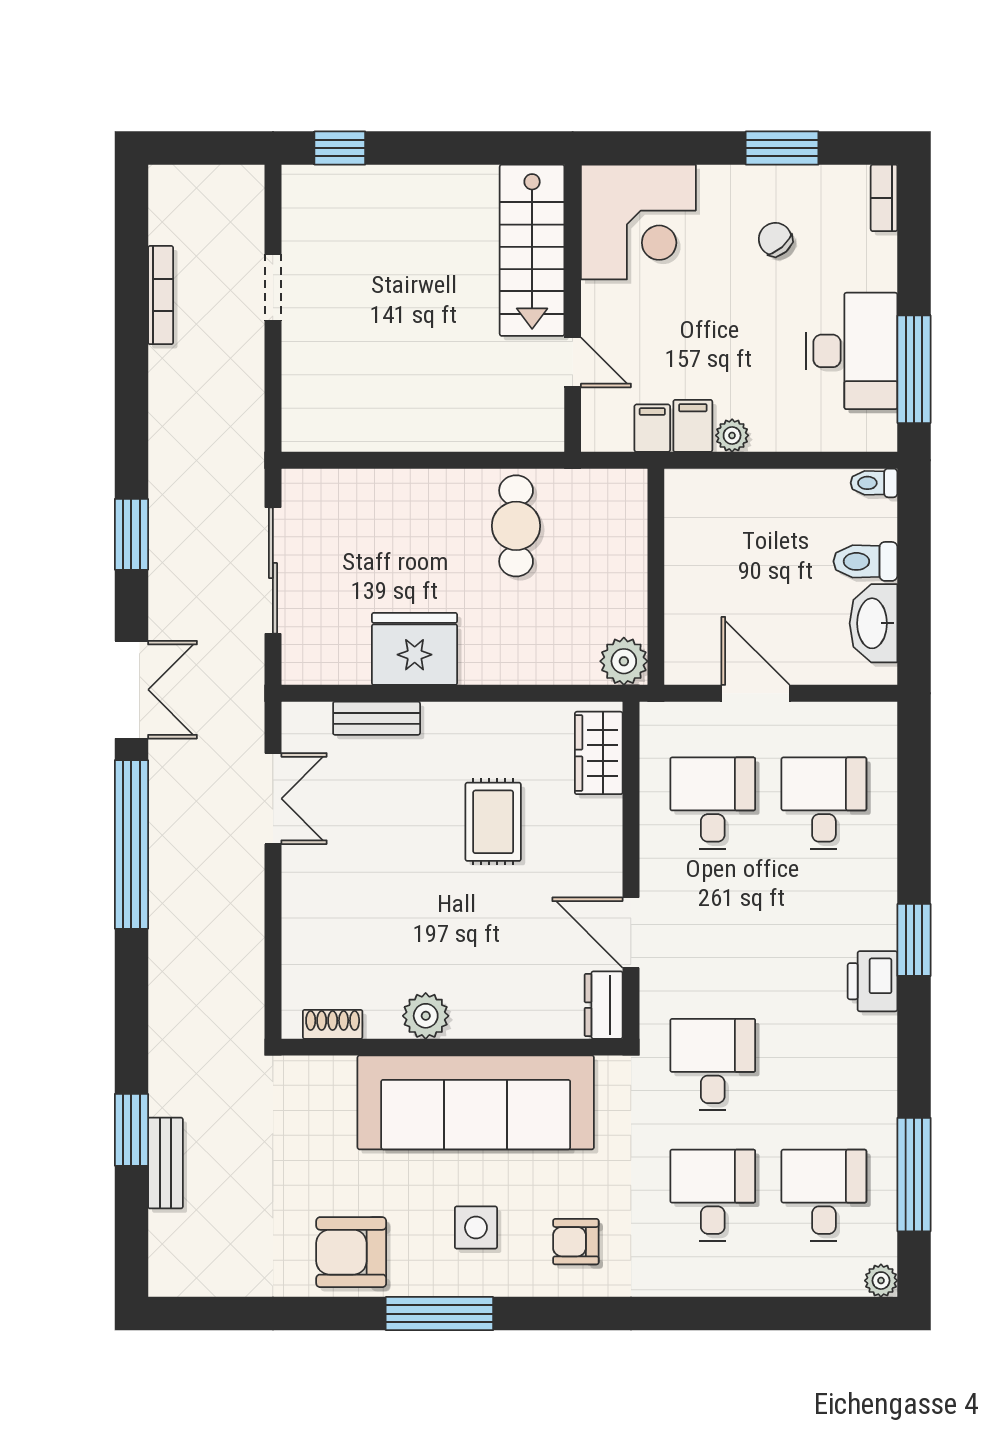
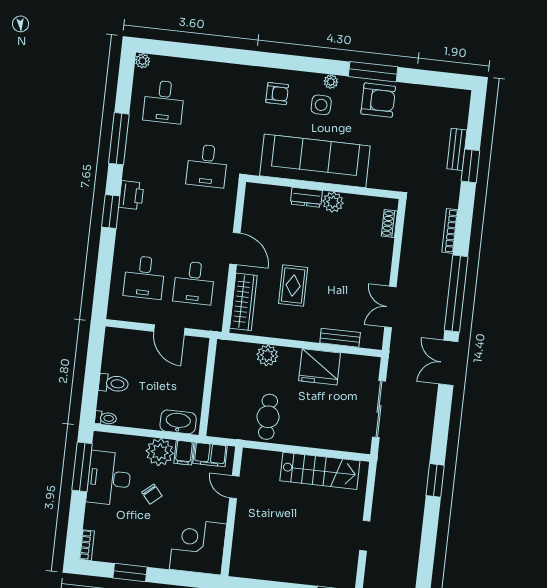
chair: (775, 239) -> (152, 494), moved
stairs: (532, 250) -> (320, 471), moved, turned 90
bookcase: (161, 295) -> (450, 231), moved
filing cabinet: (652, 428) -> (210, 455), width x2.00
plant: (732, 435) -> (160, 452), width x1.88, depth x1.88
window: (131, 534) -> (435, 480), moved
washbasin: (873, 623) -> (178, 422), moved, turned -90
plant: (624, 661) -> (267, 355), moved
wardrobe: (599, 753) -> (243, 302), width x1.50
door: (631, 933) -> (235, 249), moved
dresser: (604, 1005) -> (306, 197), moved, turned 90
shoe rack: (333, 1024) -> (389, 224), moved, turned 90
window: (914, 1175) -> (119, 139), moved
desk: (713, 1195) -> (214, 107), removed
plant: (460, 1281) -> (331, 82), added
window: (439, 1314) -> (373, 72), moved

